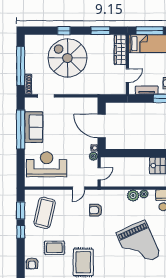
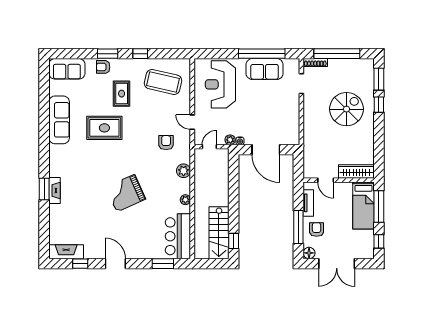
window: (100, 31) -> (379, 79), moved
spiral stairs: (67, 58) -> (346, 109), width x0.73, depth x0.73
door: (102, 126) -> (266, 150), swing flipped
reception desk: (47, 164) -> (220, 84), turned 180
door: (99, 174) -> (209, 147), swing flipped
plant: (133, 196) -> (184, 171), moved
window: (21, 210) -> (108, 54), moved
grand piano: (138, 244) -> (126, 193), width x0.73, depth x0.68

